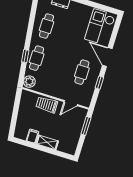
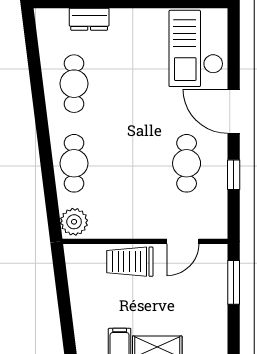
window: (25, 56) -> (47, 167), removed

